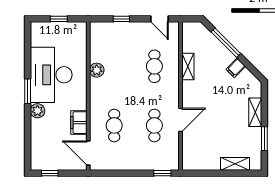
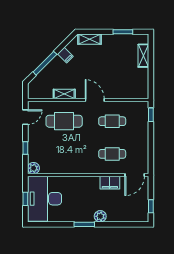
cafe table: (154, 66) -> (64, 121), width x1.37, depth x1.35
plant: (97, 70) -> (33, 168), moved
desk: (51, 75) -> (45, 199), moved, turned 90
shelving: (255, 112) -> (90, 39), moved
door: (180, 120) -> (95, 100), moved

